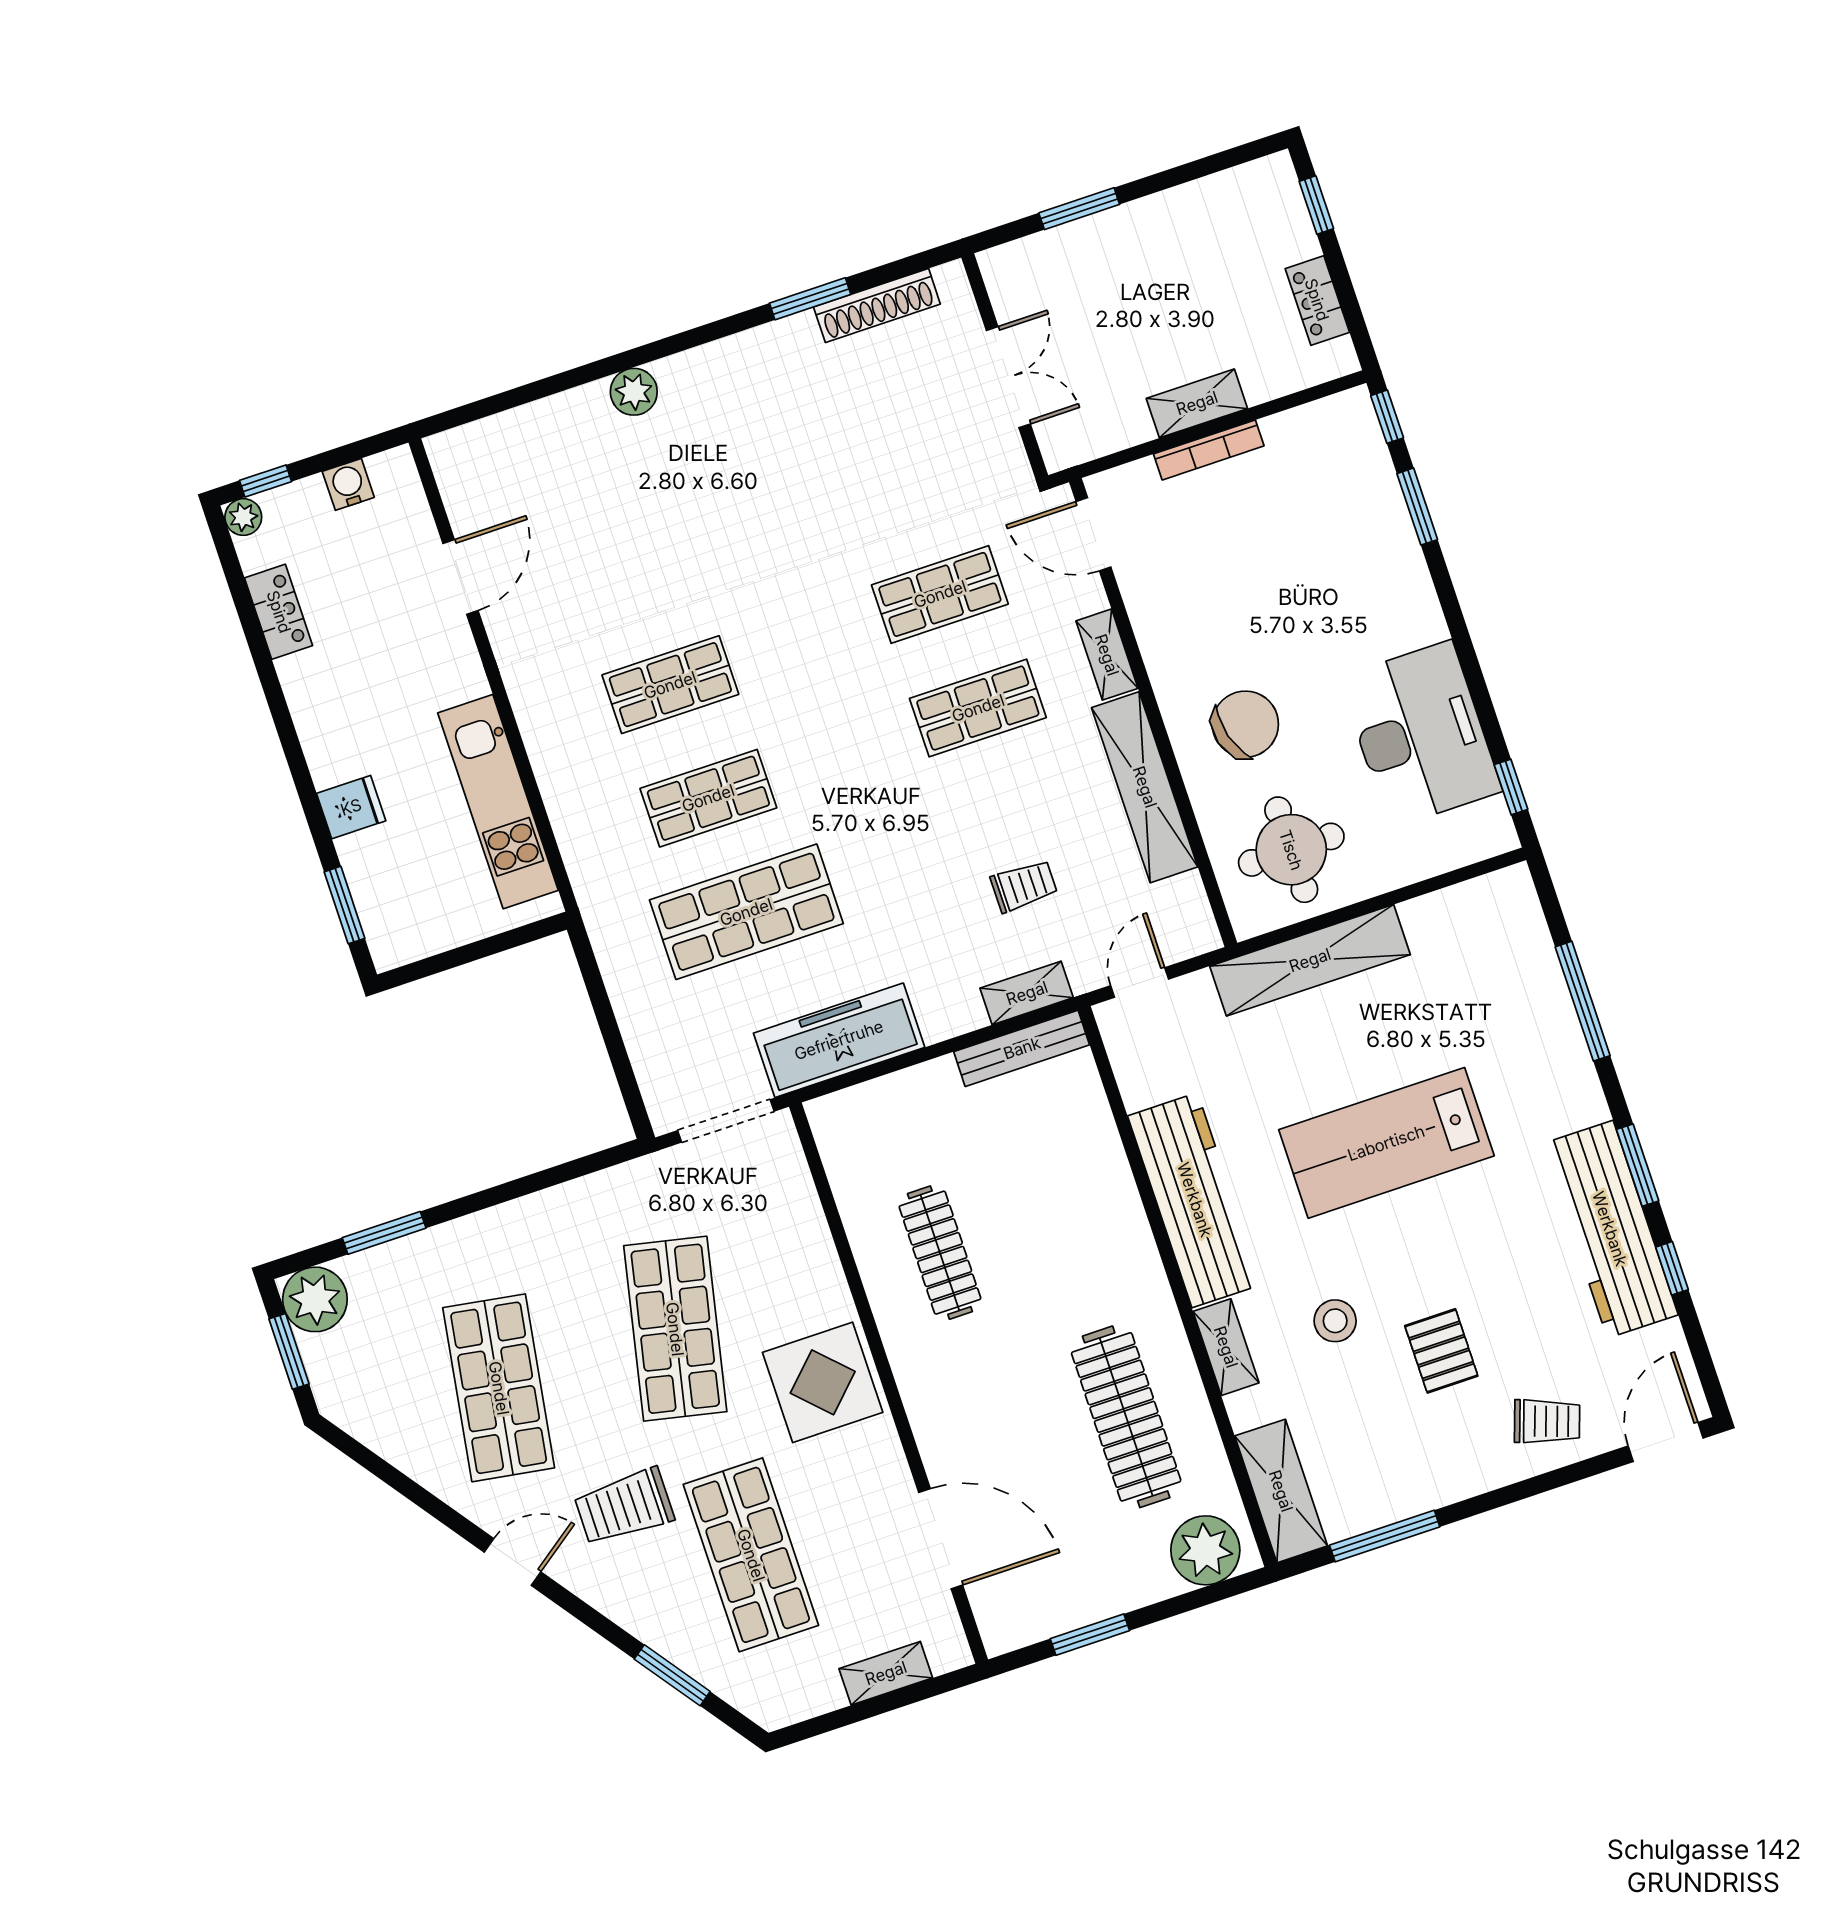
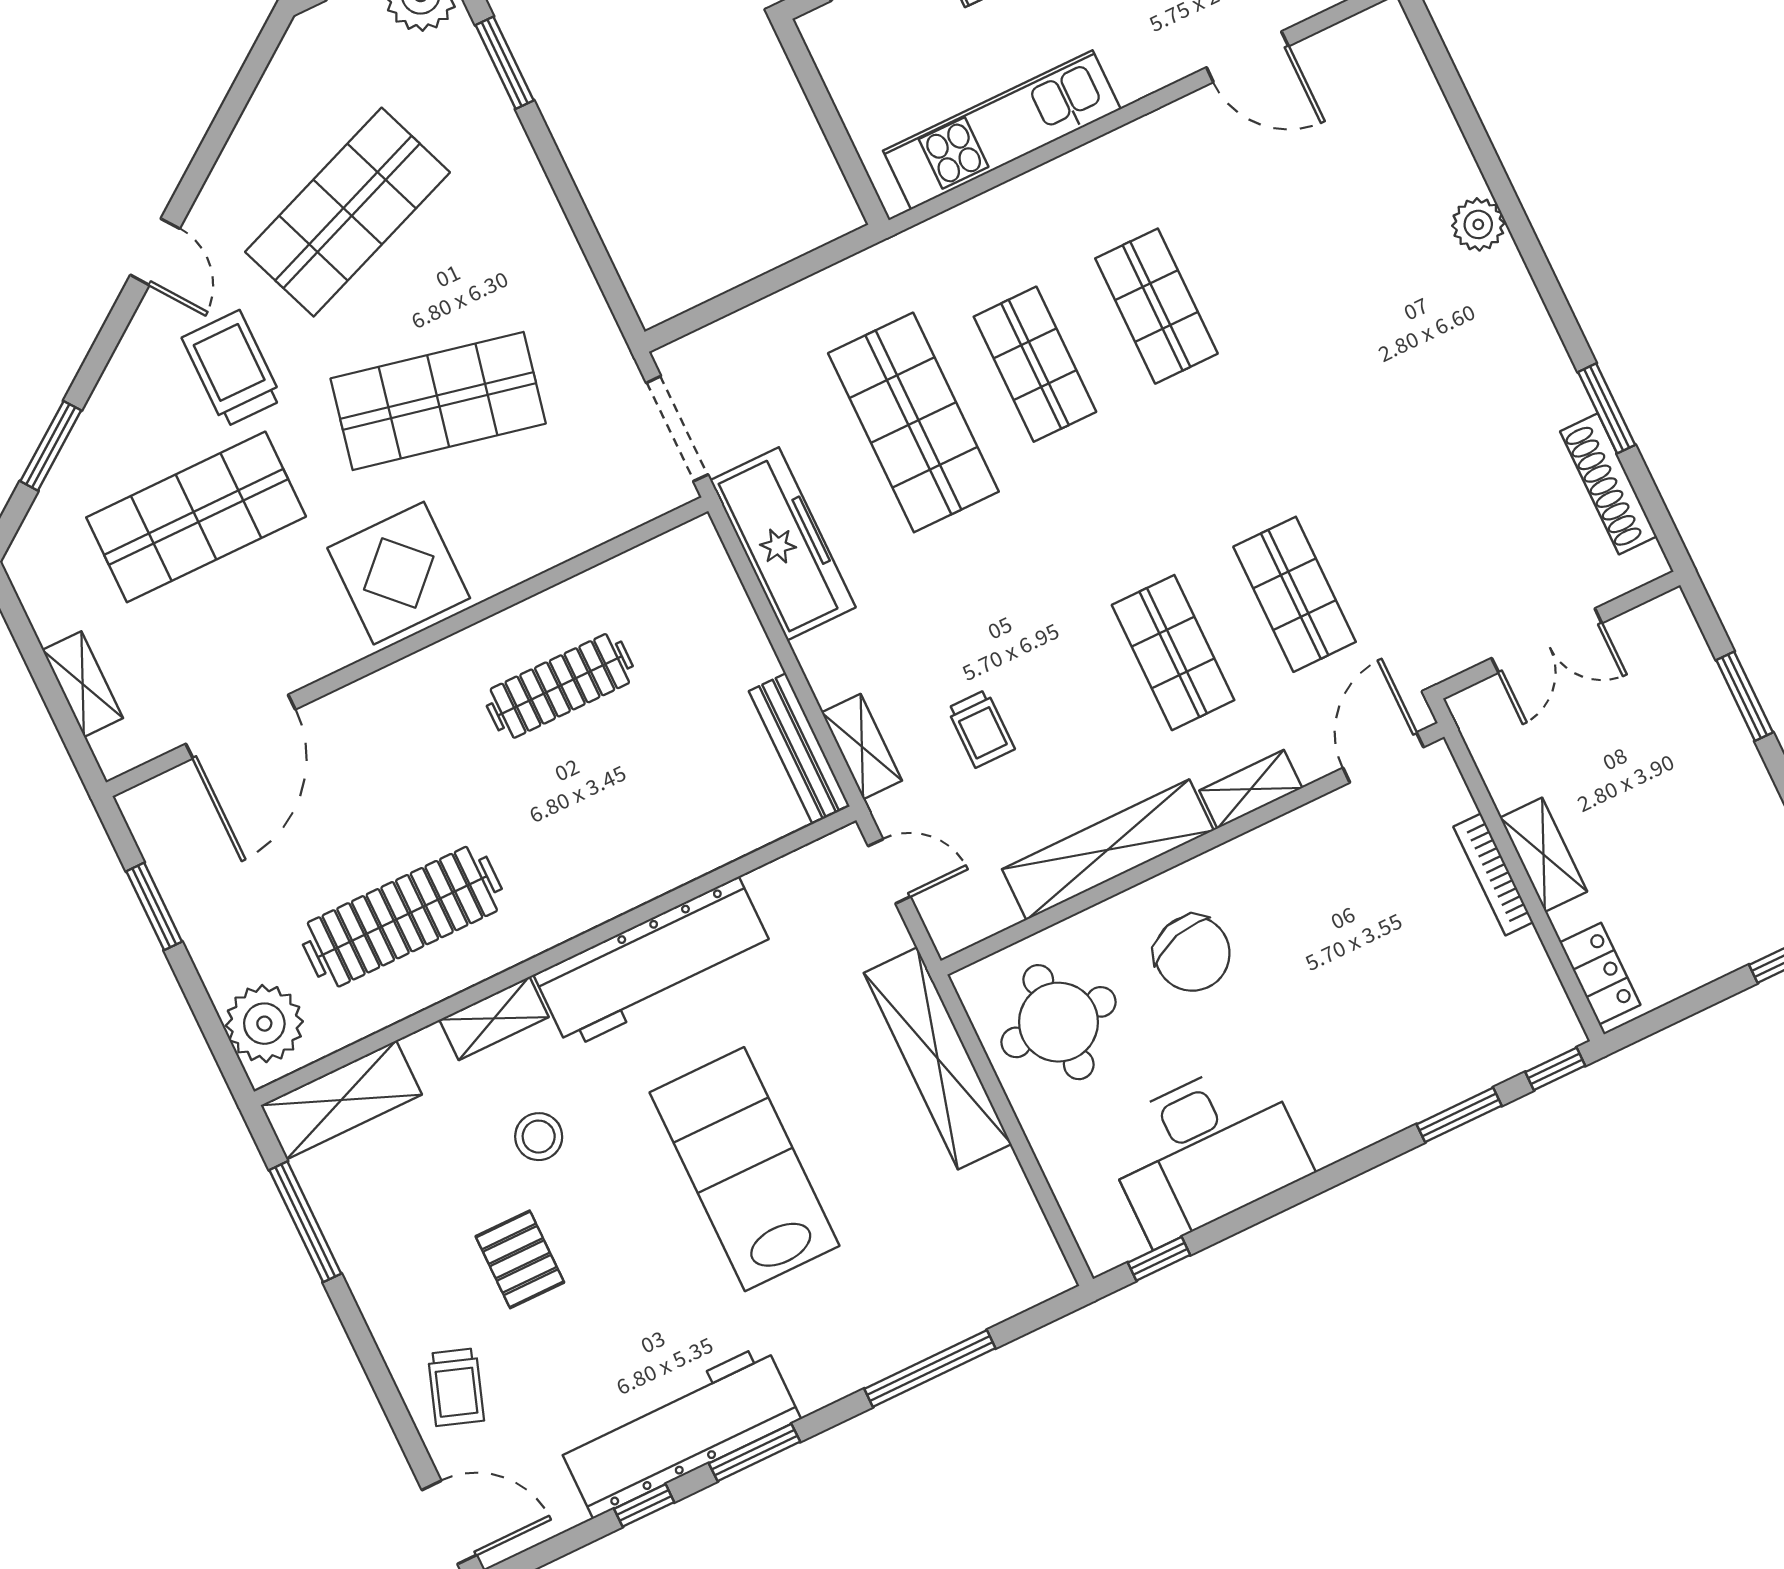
locker: (1317, 300) -> (1600, 974), moved, turned 90
pallet: (1441, 1351) -> (520, 1259), turned 90
shop shelf: (499, 1388) -> (348, 212), turned -30

